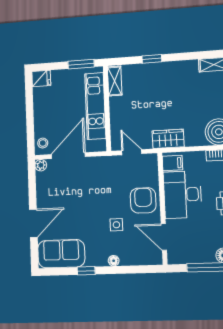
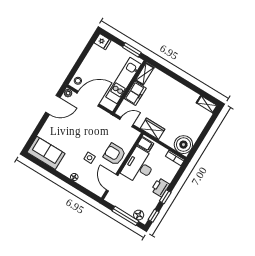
window: (152, 59) -> (175, 76), removed
freezer: (119, 111) -> (135, 93), added
door: (132, 152) -> (127, 122), hinge flipped
armchair: (143, 200) -> (114, 154), turned -90
door: (33, 223) -> (53, 105), moved
window: (86, 271) -> (54, 172), removed

